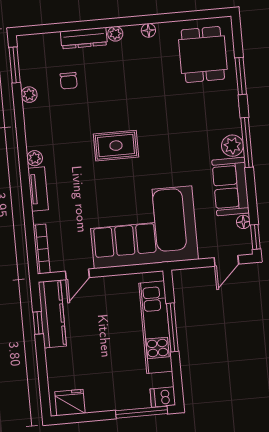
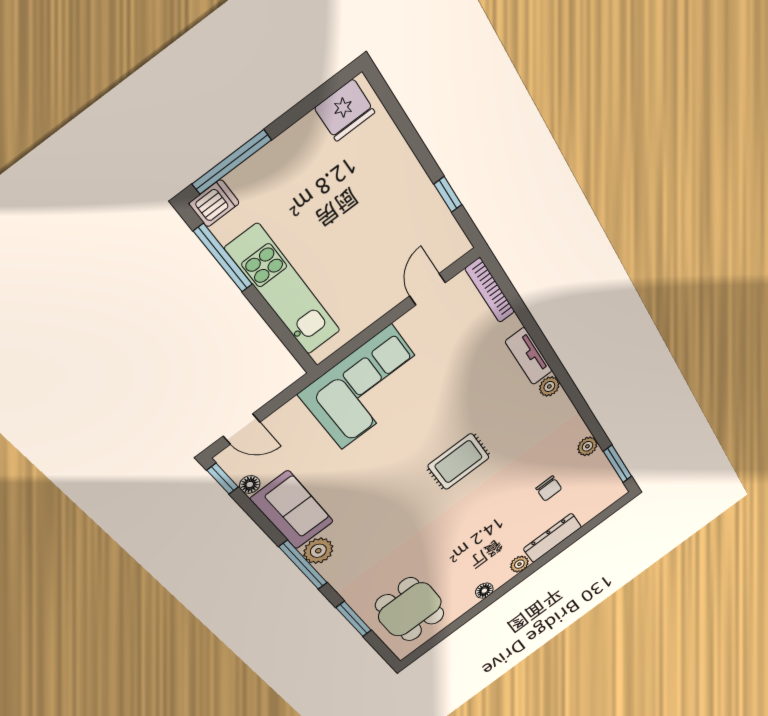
chair: (69, 81) -> (549, 489), turned 180
corner sofa: (143, 227) -> (366, 388), width x0.73, depth x0.74
door: (226, 261) -> (241, 429), swing flipped
kitchen counter: (52, 314) -> (435, 218), removed
window: (172, 327) -> (223, 258), moved

